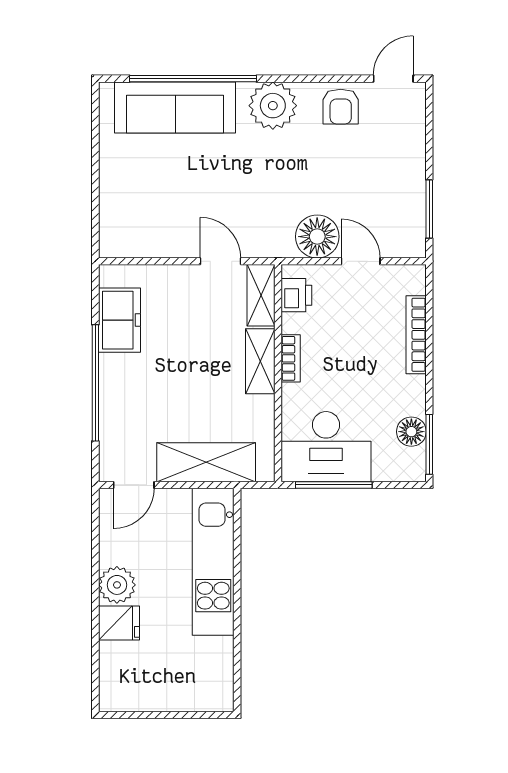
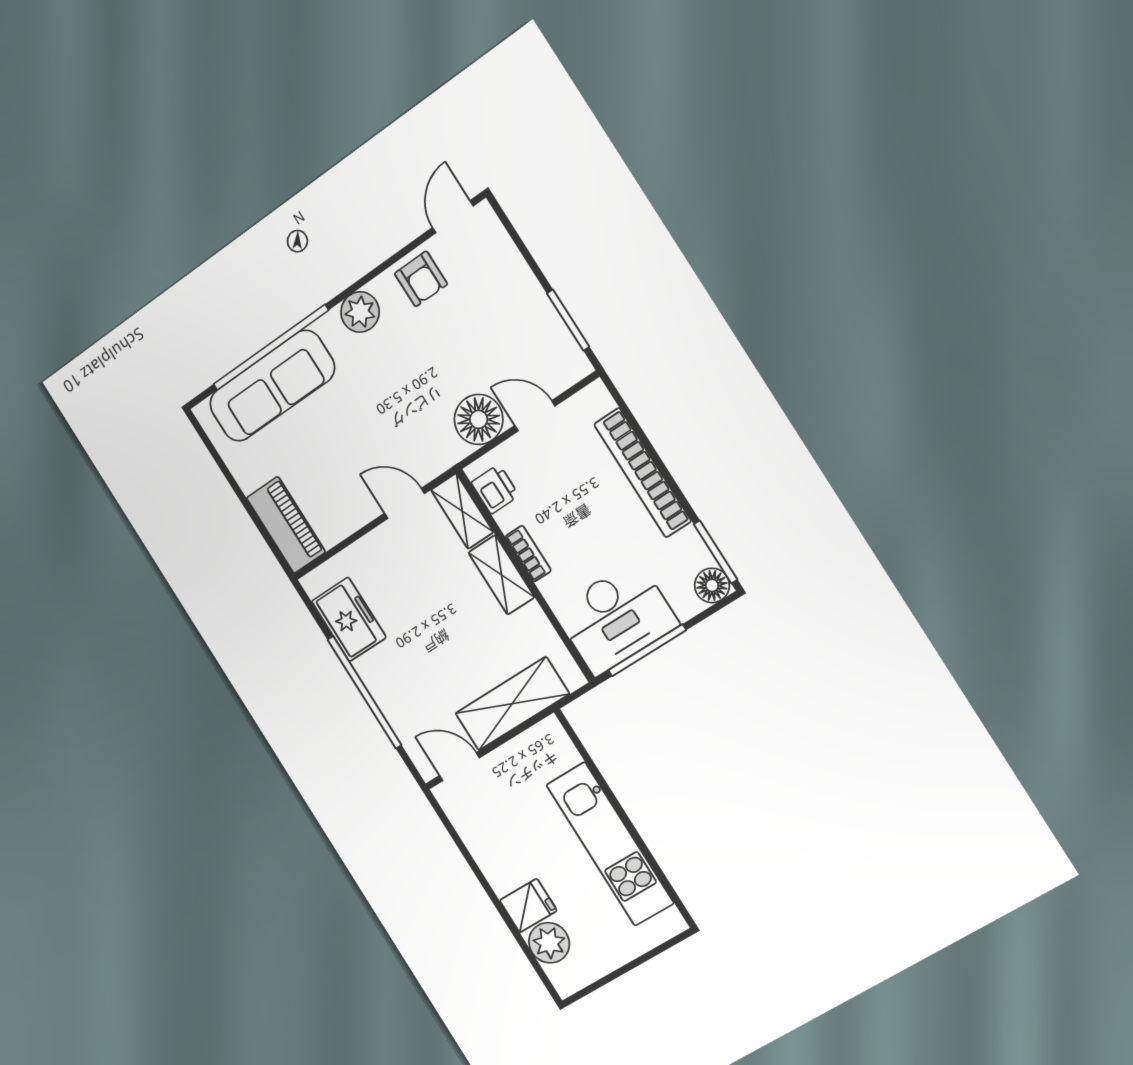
plant: (273, 106) -> (360, 312), width x0.73, depth x0.73
piano: (117, 218) -> (286, 525), added
bookcase: (416, 335) -> (643, 473), width x1.48, depth x1.31
floor lamp: (411, 432) -> (712, 585), moved
door: (134, 485) -> (459, 767), swing flipped
kitchen unit: (213, 562) -> (610, 844), moved
plant: (117, 585) -> (549, 943), moved

